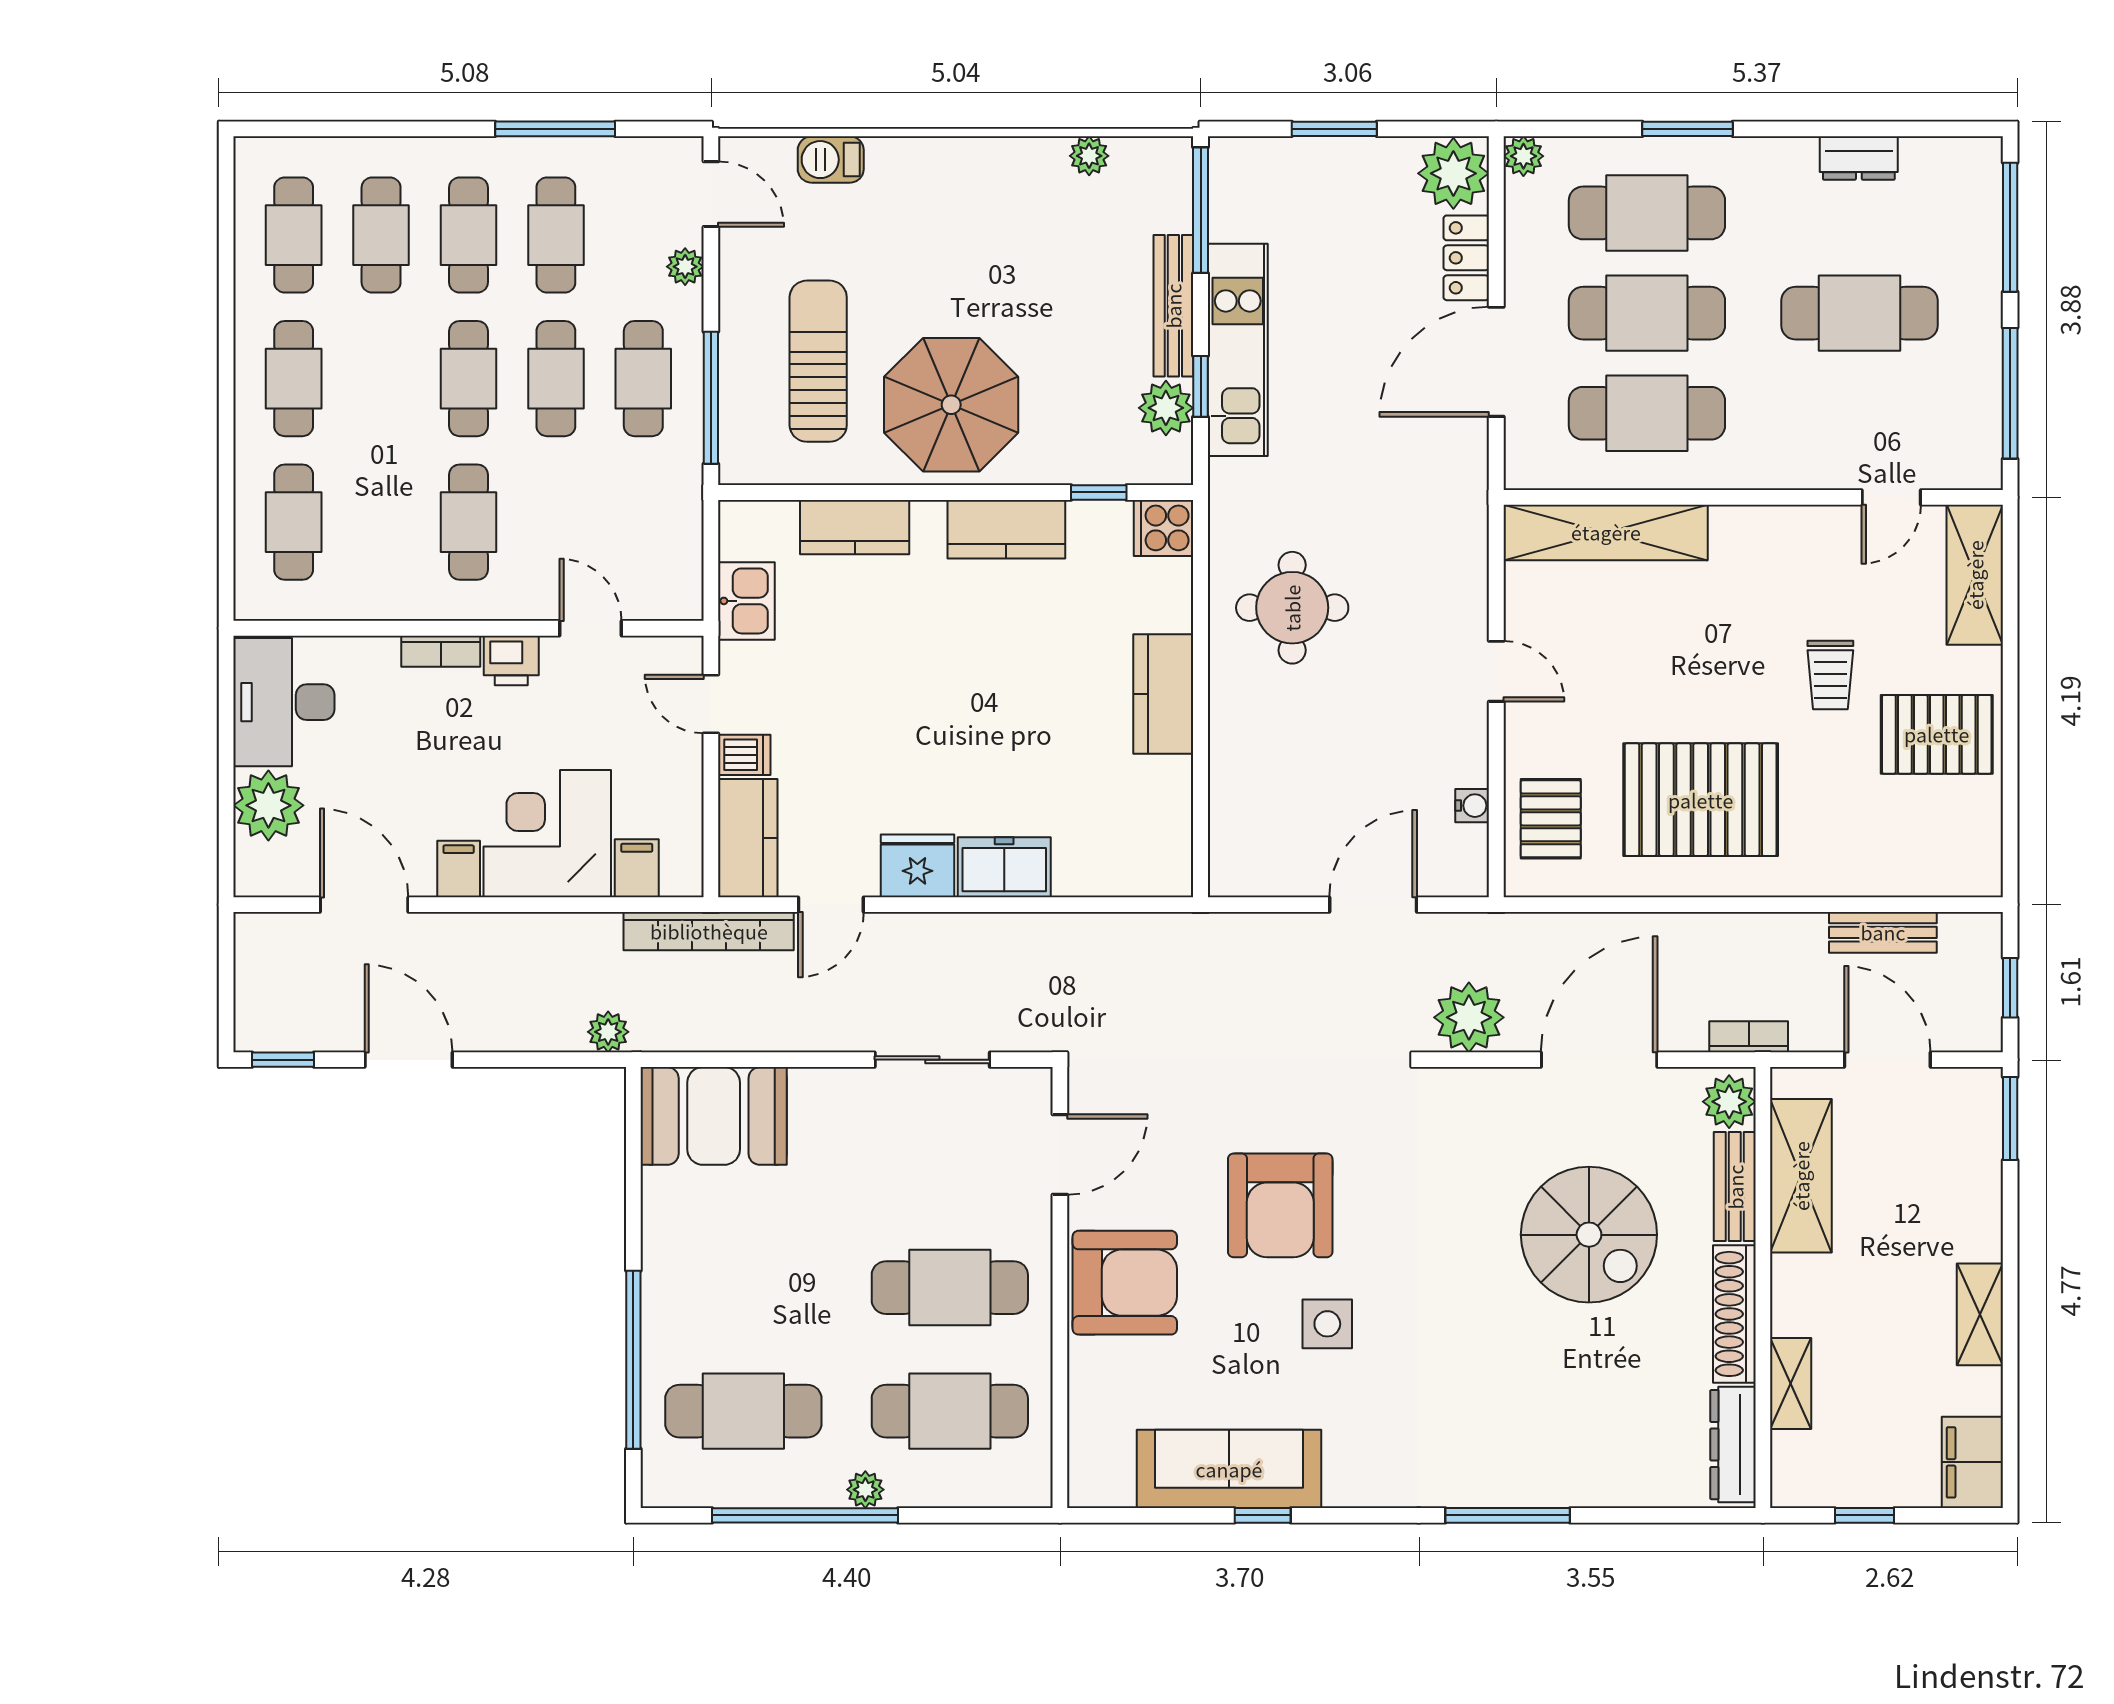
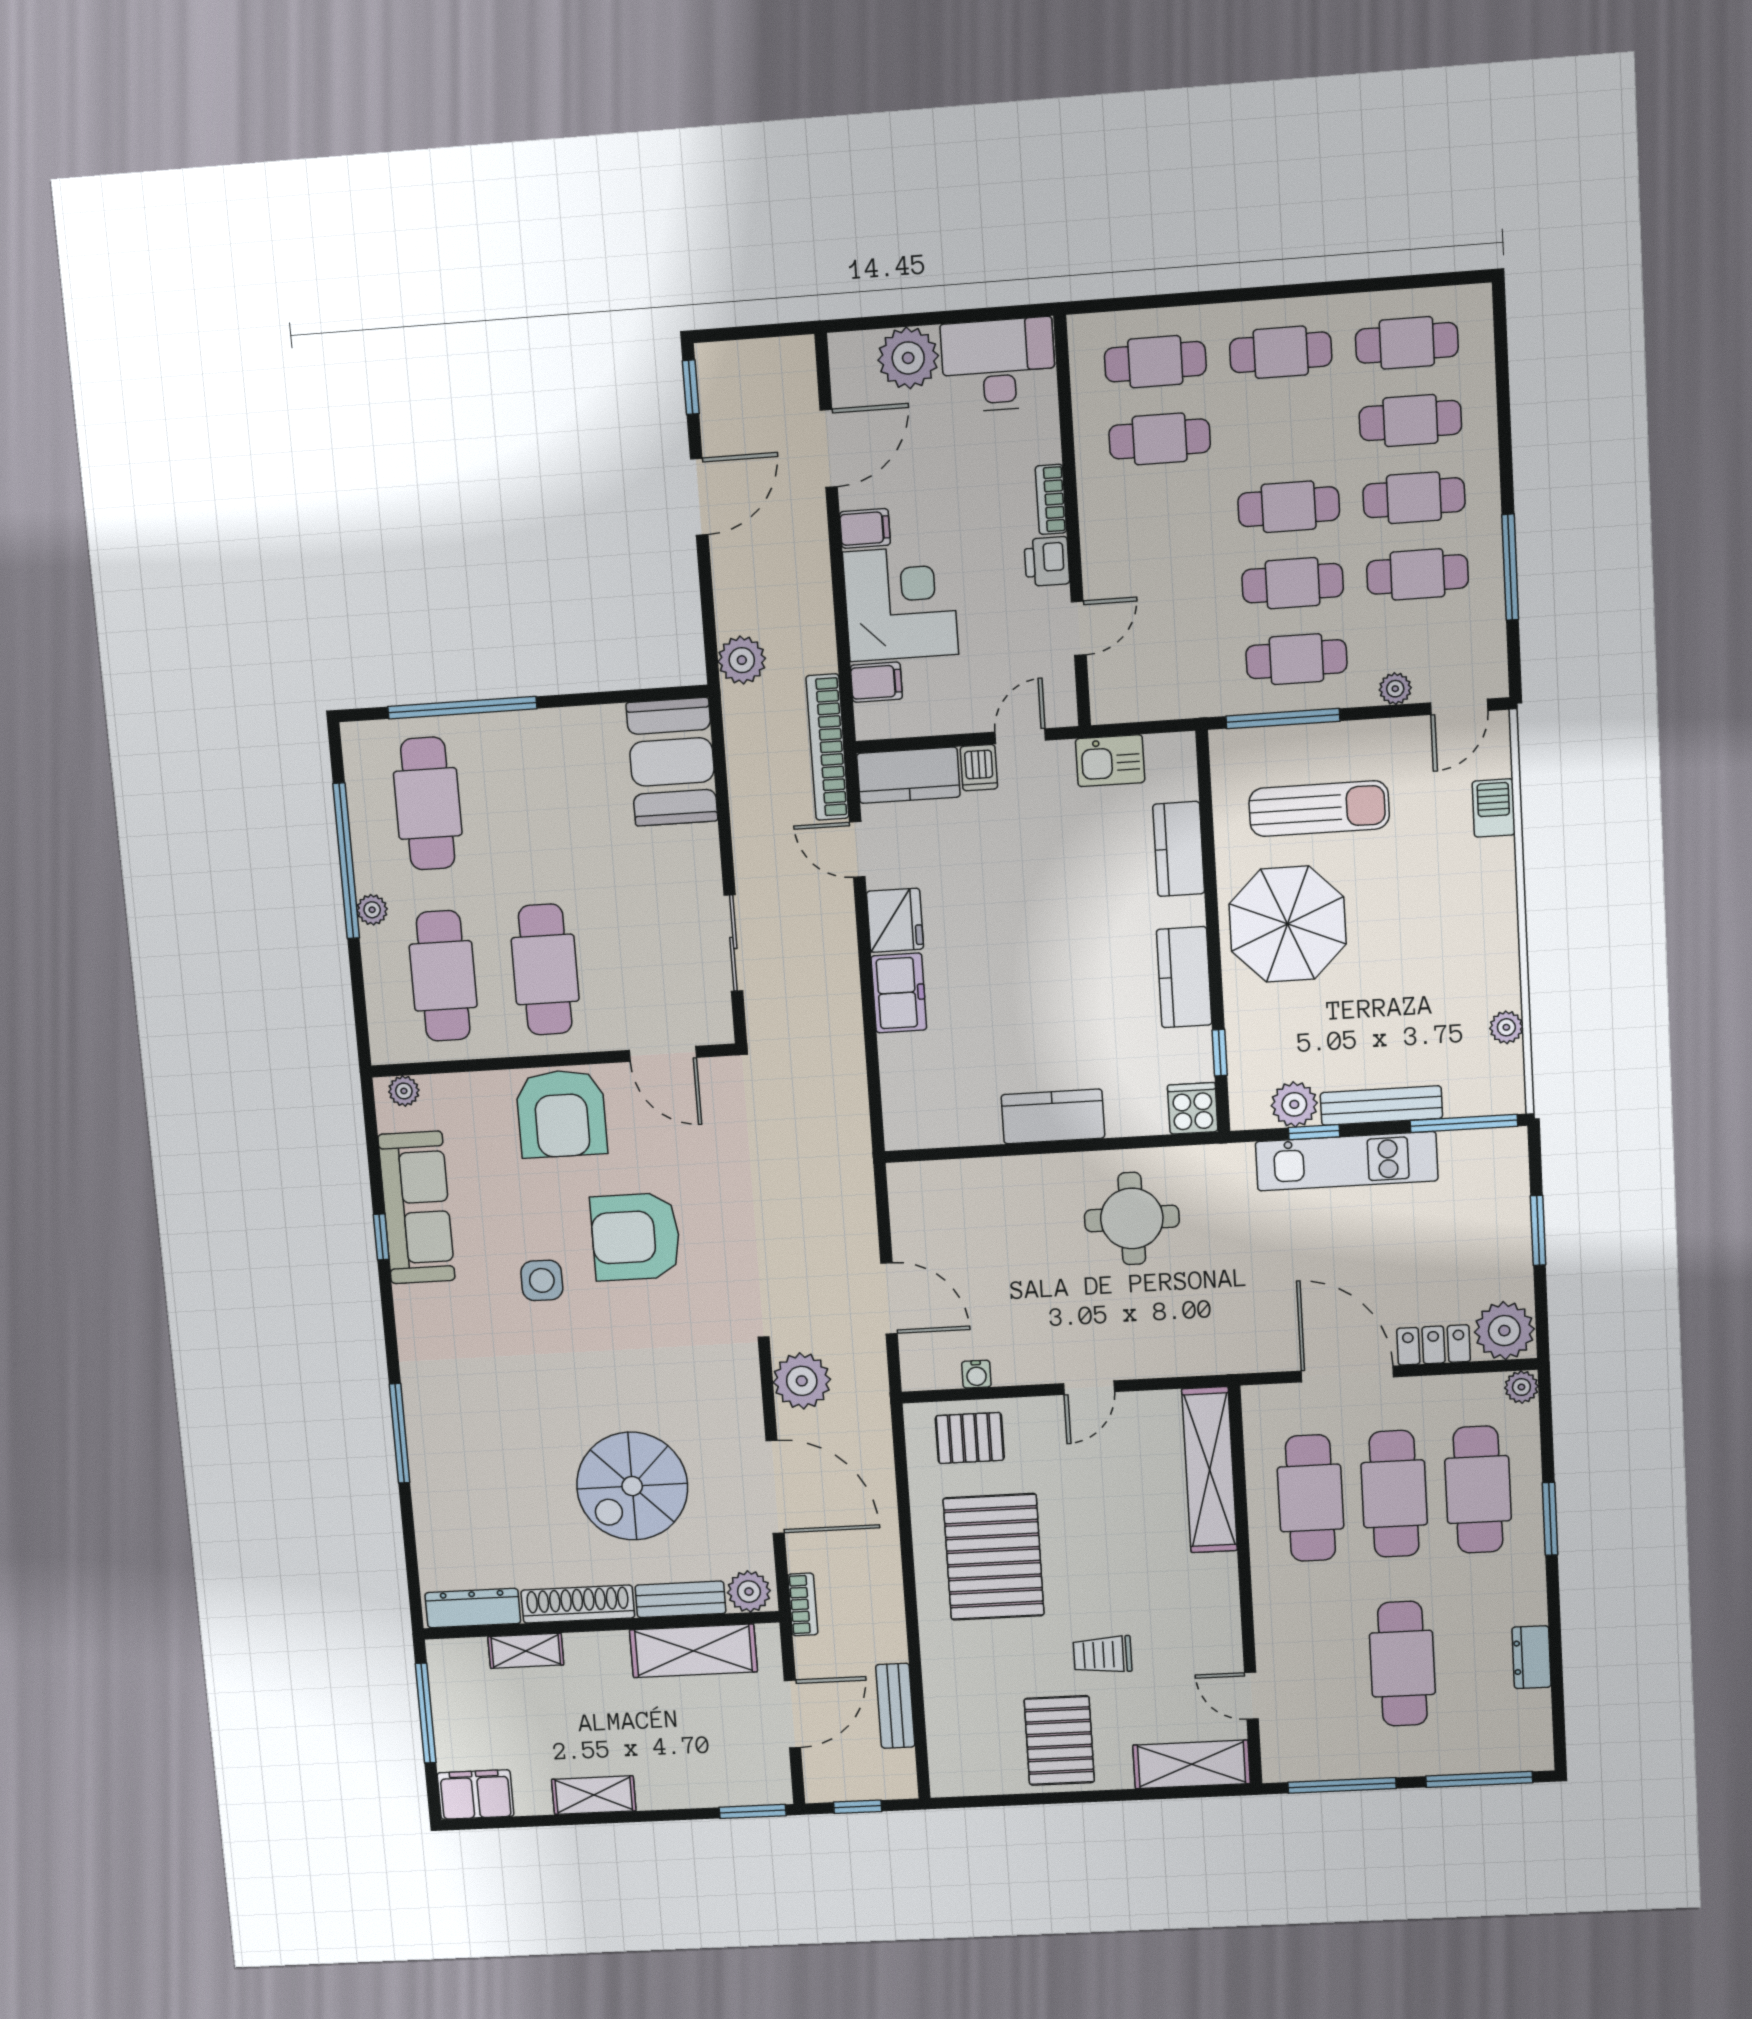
cafe table: (468, 522) -> (1160, 439), moved
plant: (608, 1032) -> (742, 660), width x1.38, depth x1.38
plant: (1086, 1471) -> (404, 1091), added
window: (1864, 1515) -> (426, 1713), width x2.17

